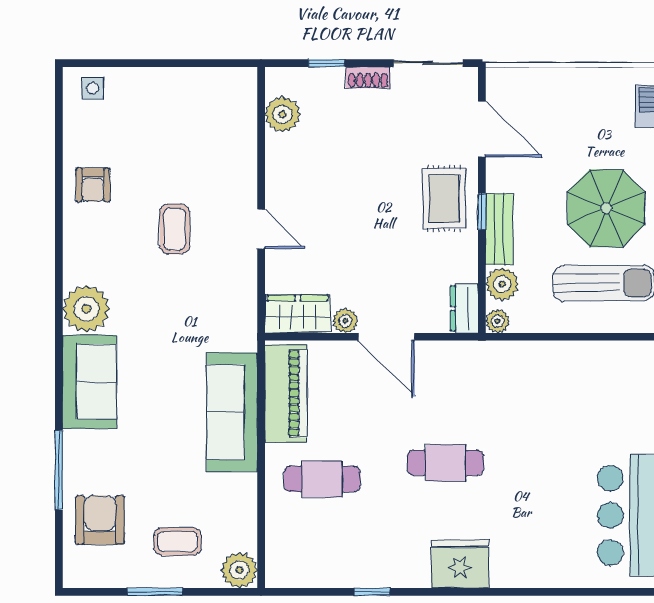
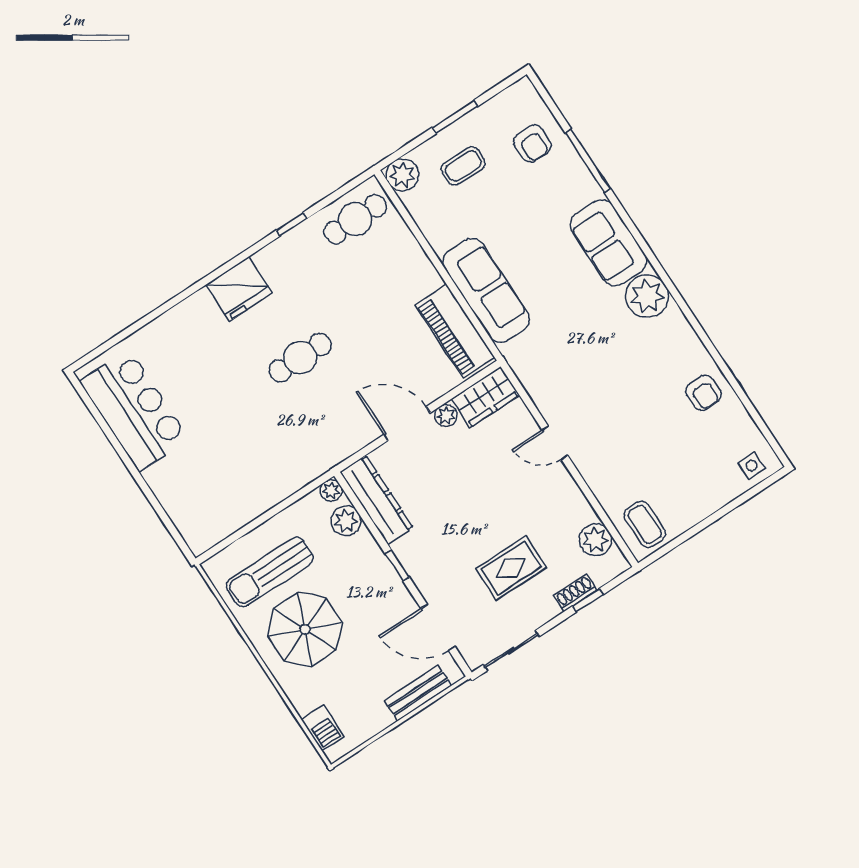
shoe rack: (368, 77) -> (575, 593), moved
armchair: (93, 185) -> (703, 393), turned 180
rug: (444, 198) -> (511, 568), moved, turned 90
coffee table: (175, 229) -> (645, 524), moved
bench: (499, 229) -> (418, 693), moved, turned 90
dresser: (464, 308) -> (377, 500), width x1.96, depth x1.24
cafe table: (322, 479) -> (355, 219), moved
armchair: (100, 520) -> (532, 144), width x0.72, depth x0.72

